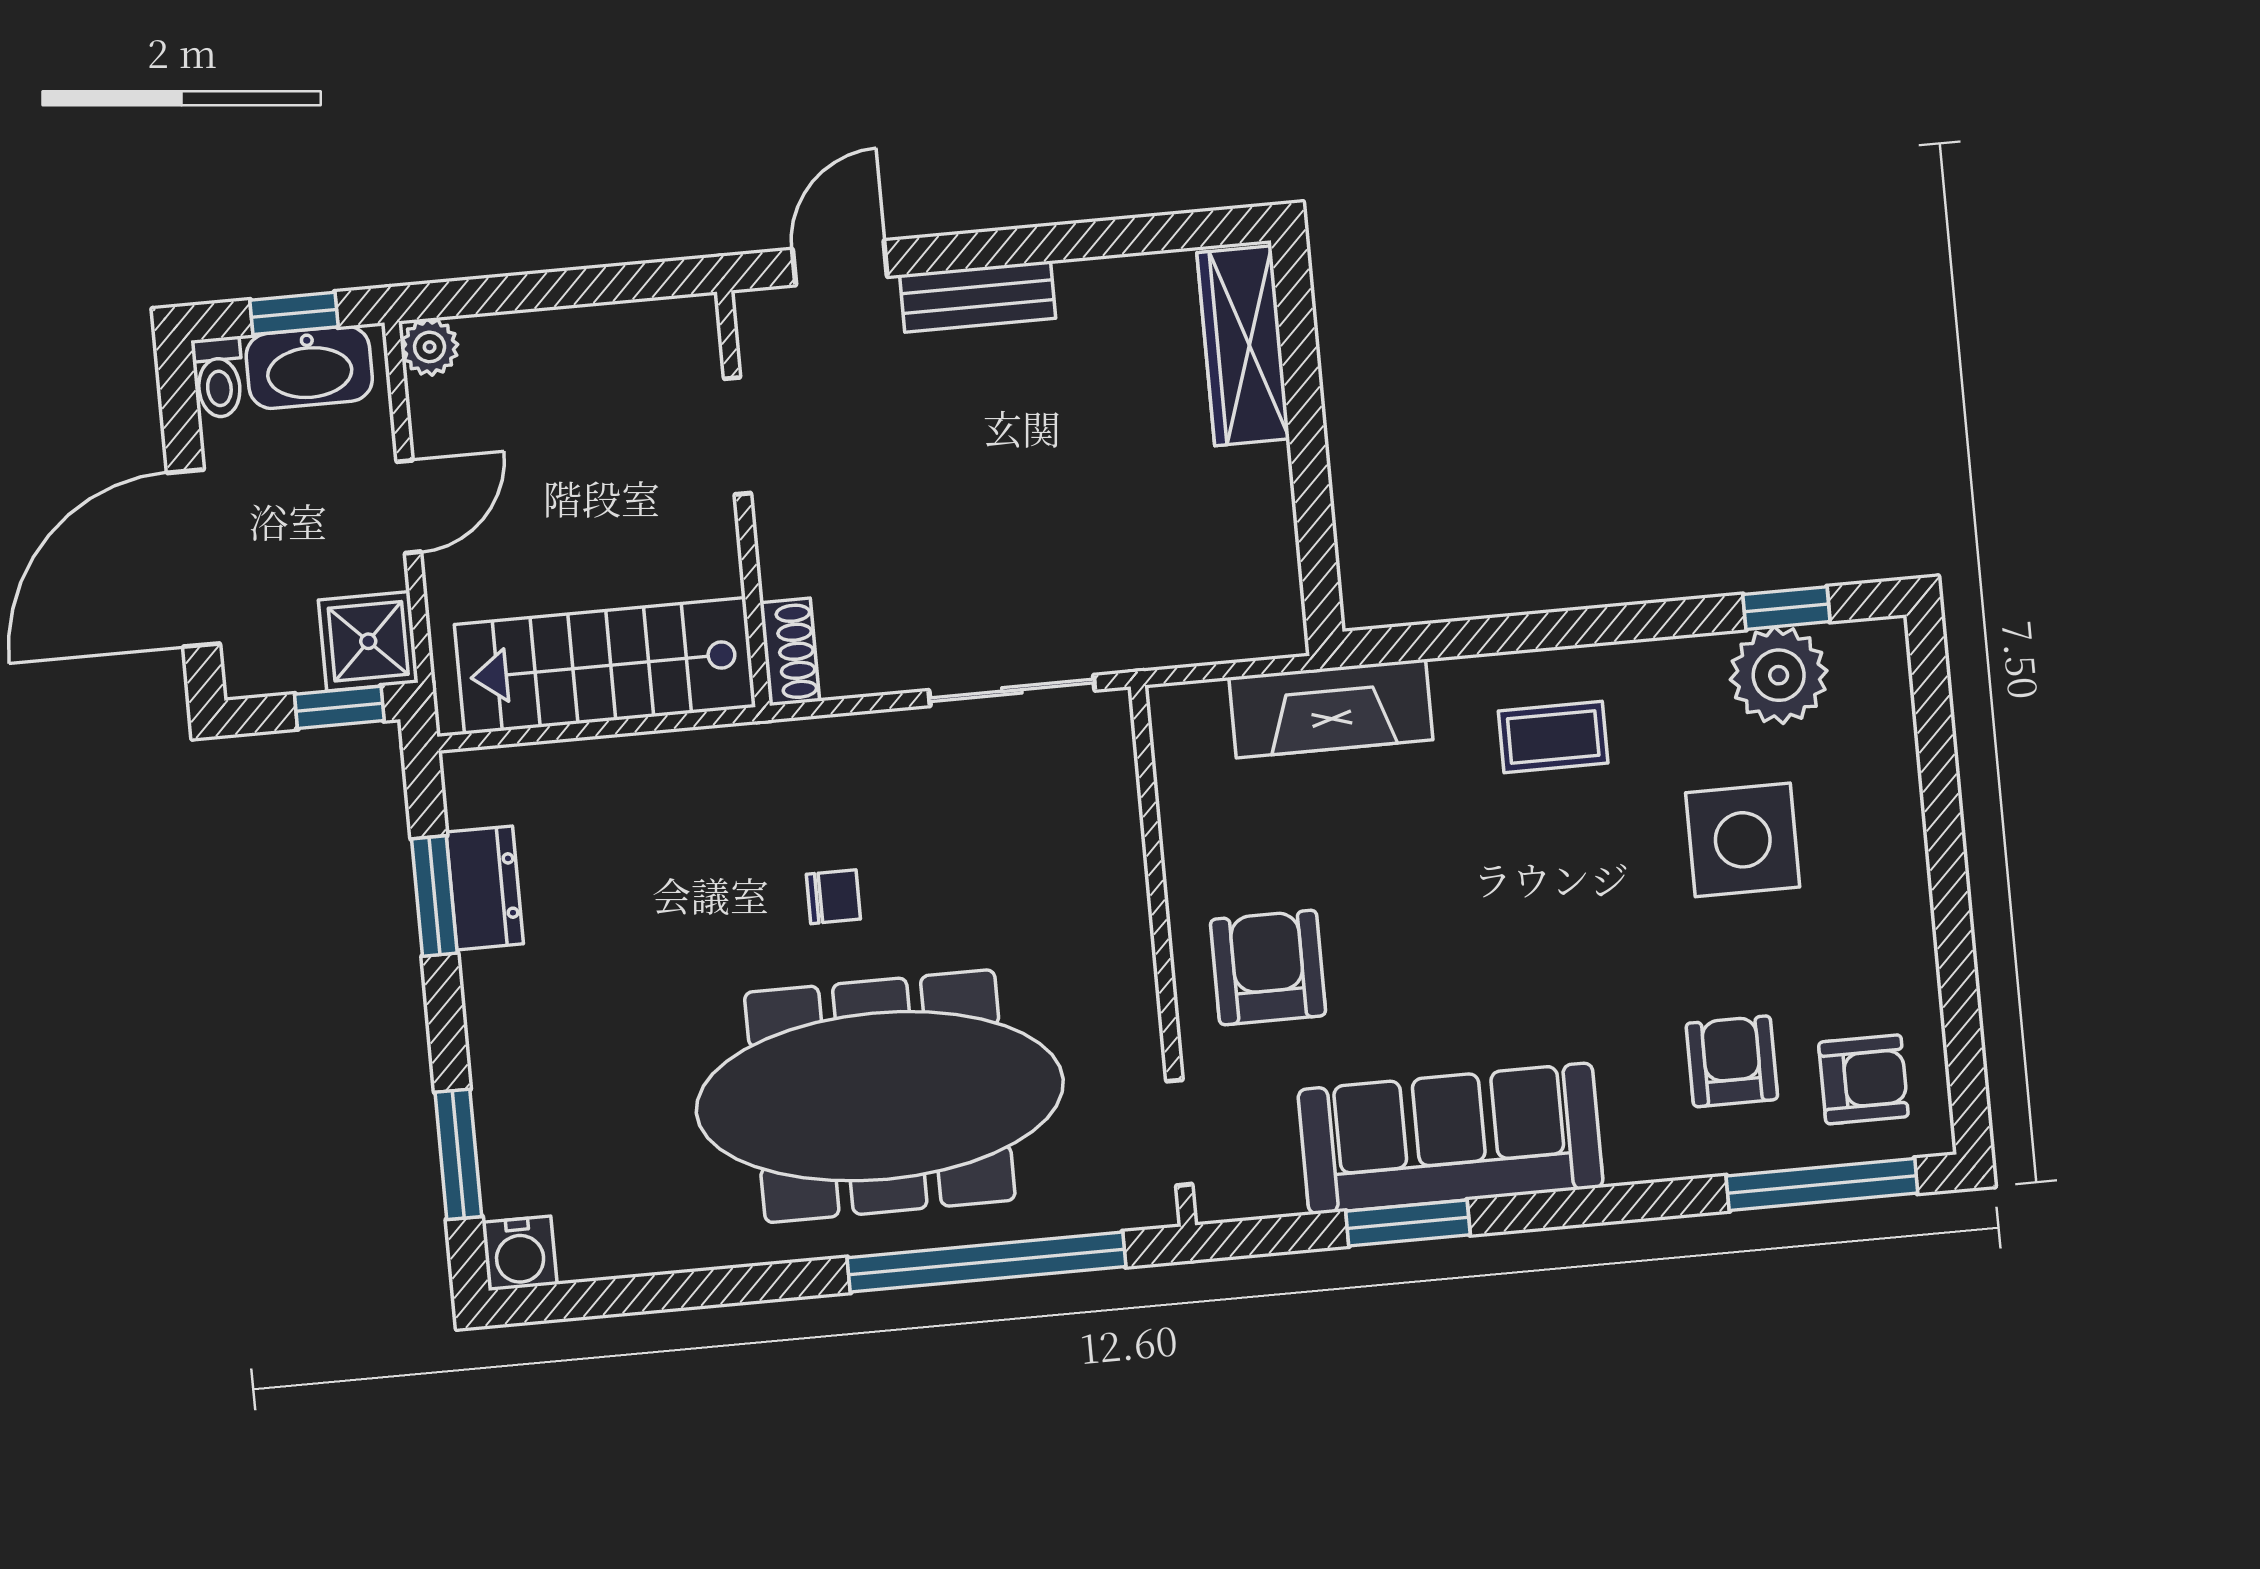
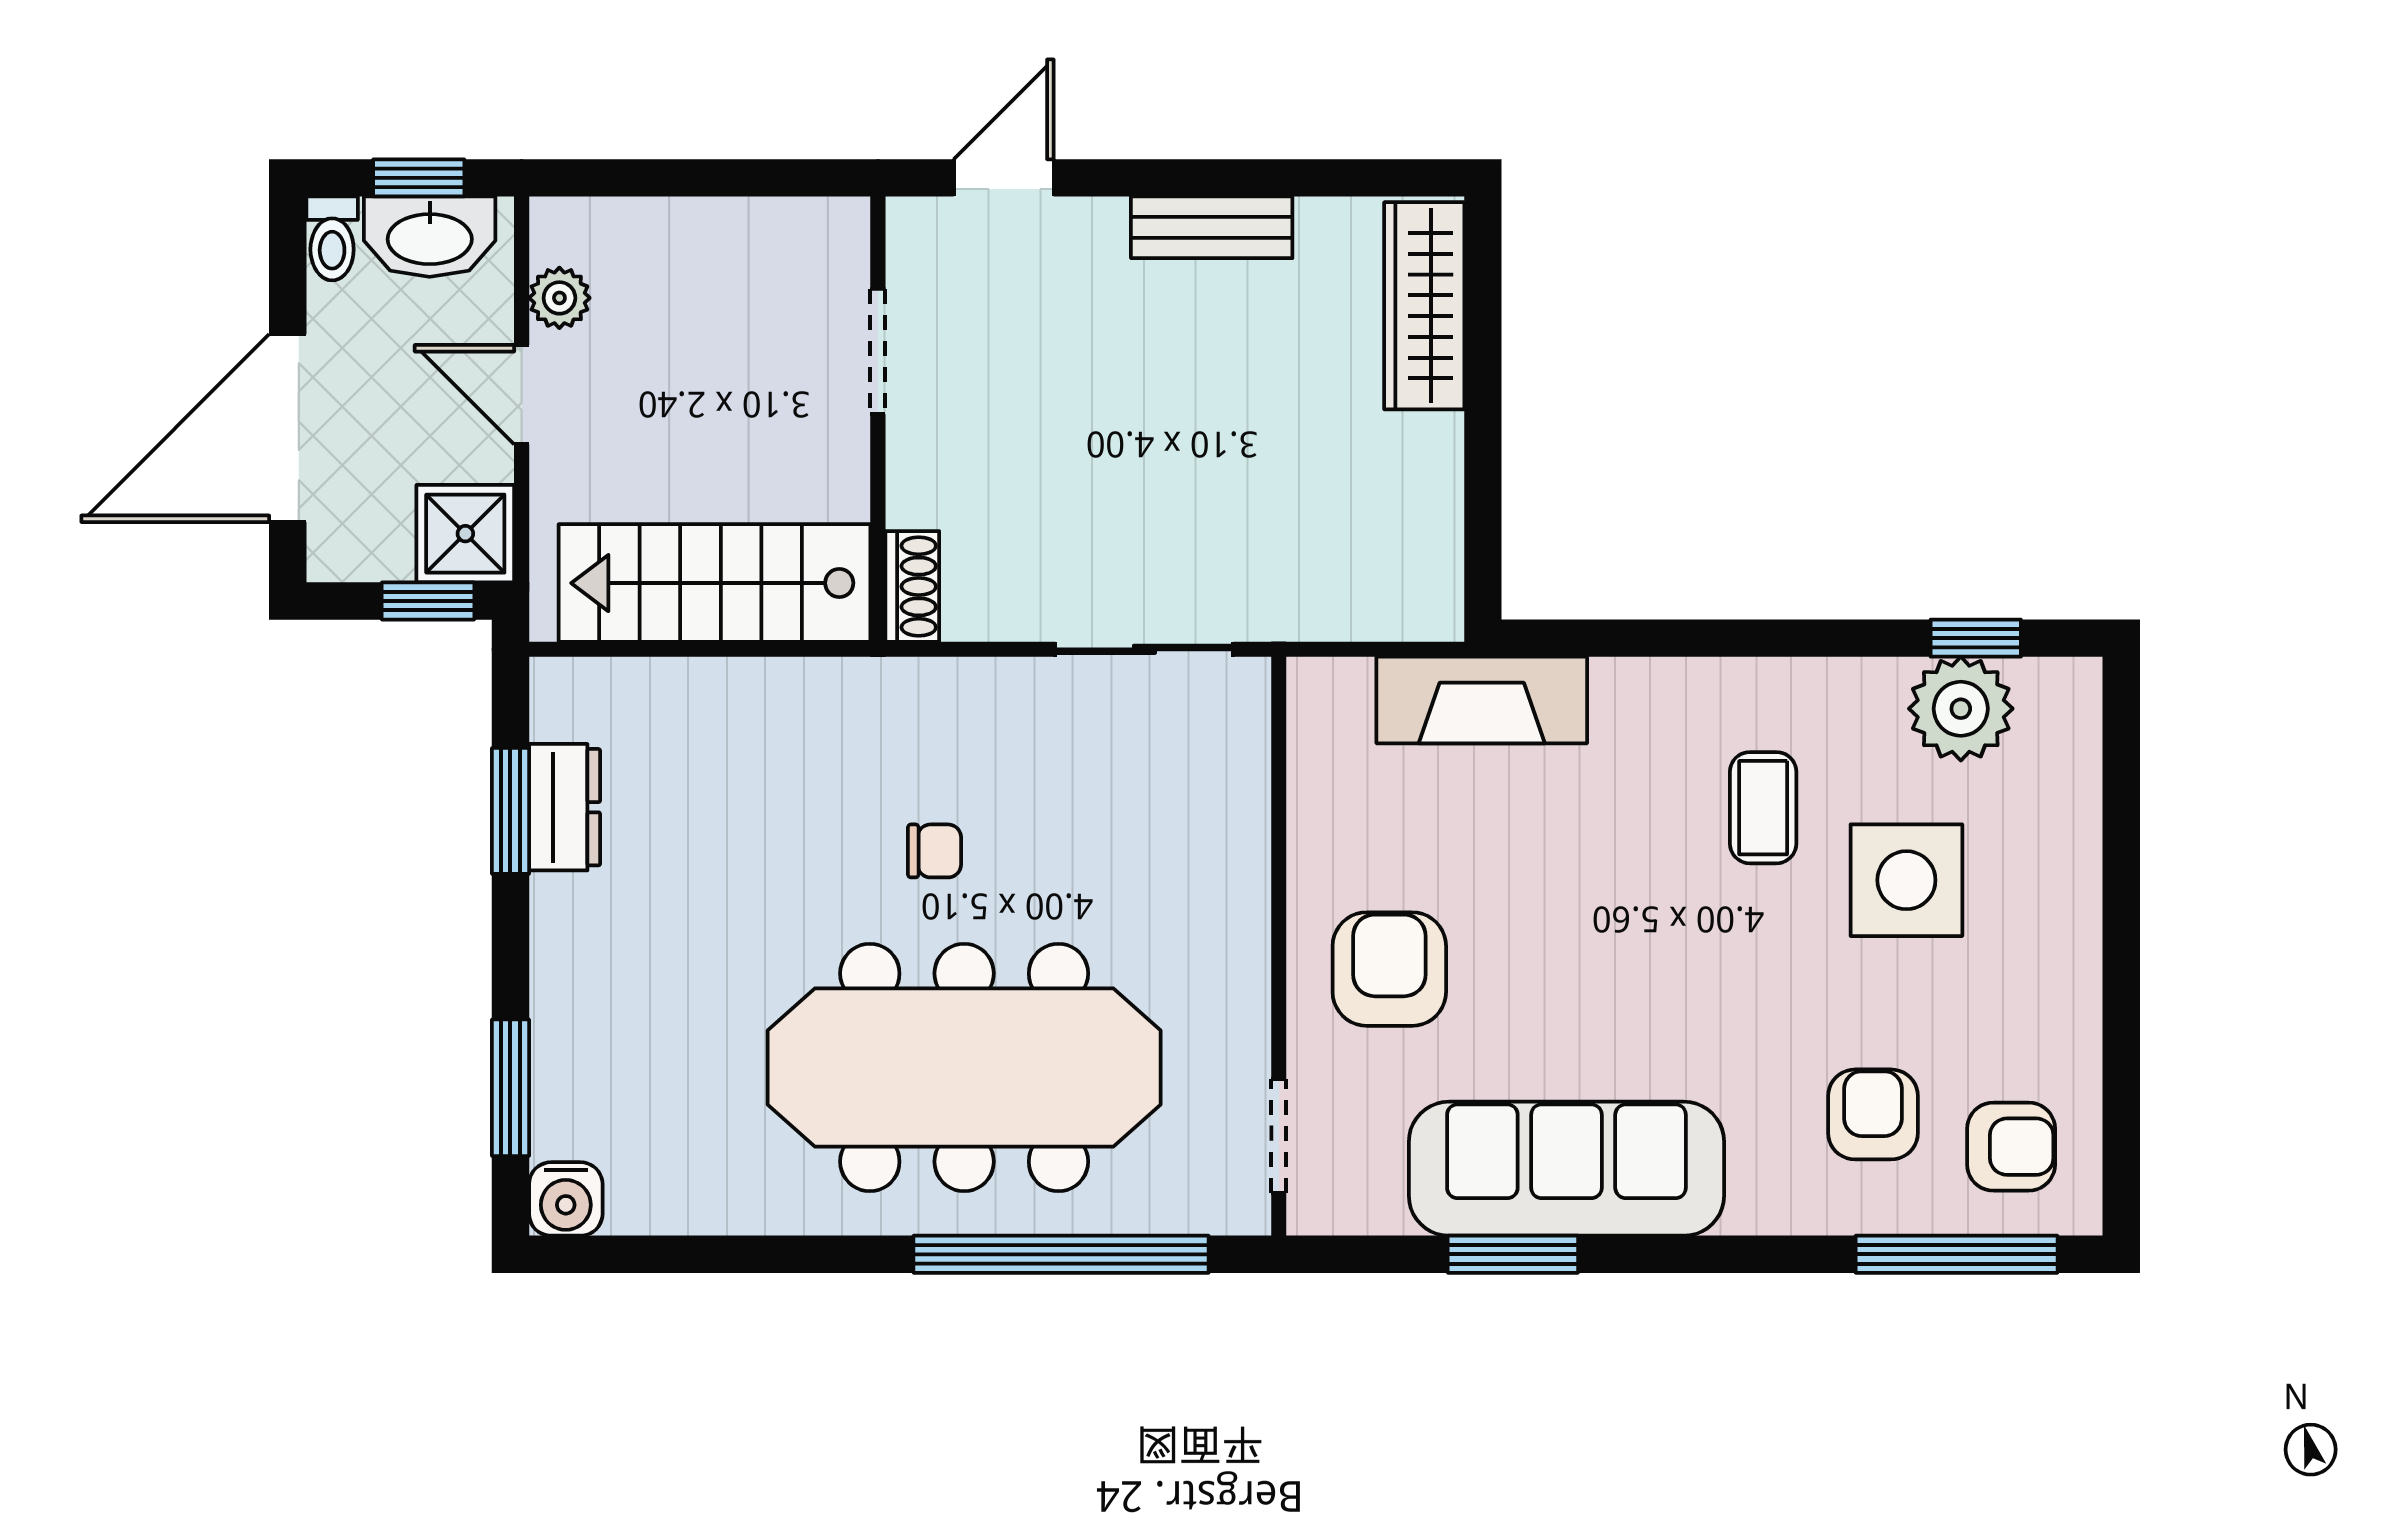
bench: (978, 297) -> (1212, 227), moved
plant: (430, 347) -> (559, 298), moved
door: (409, 507) -> (522, 395), swing flipped
coffee table: (1553, 737) -> (1763, 808), moved, turned 90

